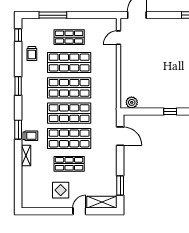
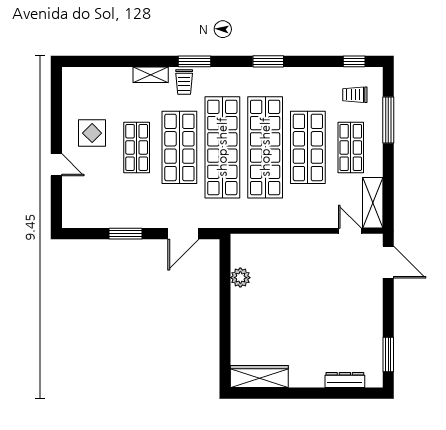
trolley: (32, 53) -> (355, 95), moved
shop shelf: (69, 88) -> (265, 147), width x1.40
plant: (132, 102) -> (240, 278), moved
window: (170, 112) -> (225, 318), removed
shop shelf: (69, 113) -> (222, 147), width x1.40
window: (120, 185) -> (125, 234), moved
shelving: (102, 202) -> (373, 203), moved

